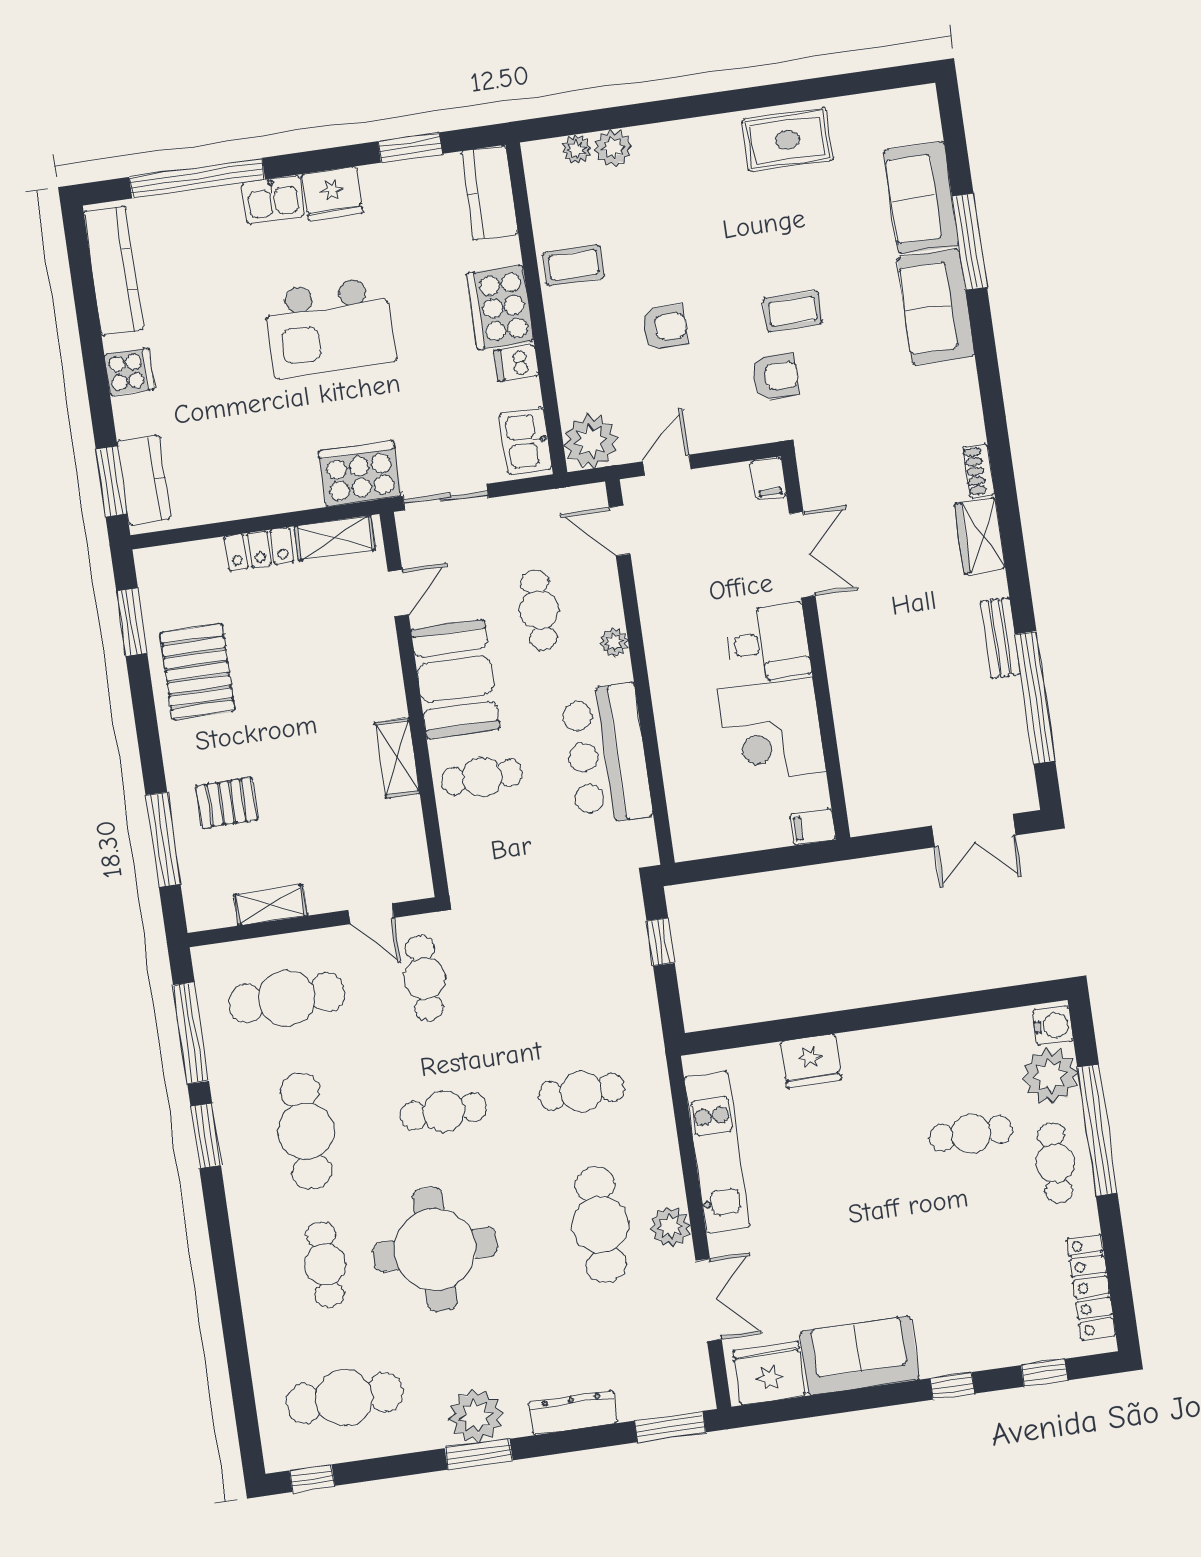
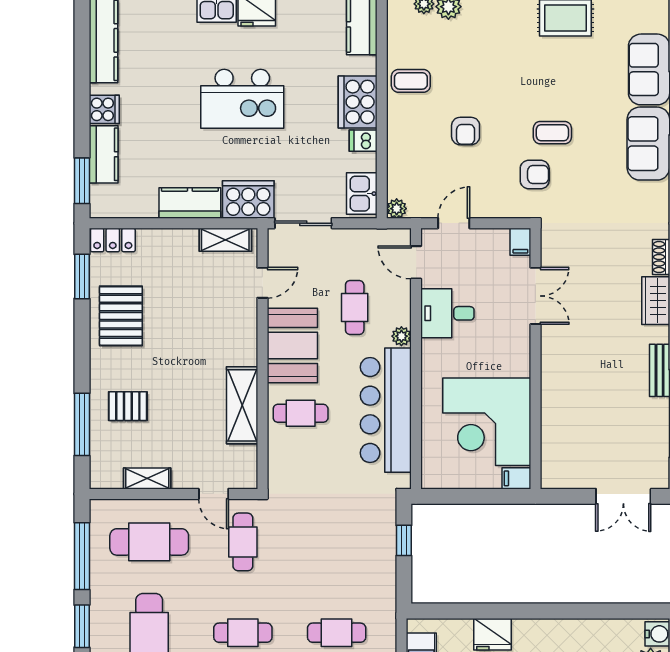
armchair: (665, 327) -> (466, 131), turned 90
plant: (591, 441) -> (397, 209), width x0.53, depth x0.53
kitchen counter: (144, 480) -> (104, 154), moved
kitchen counter: (275, 491) -> (190, 203), added
locker: (259, 549) -> (113, 240), moved
desk: (768, 643) -> (447, 313), moved, turned 180
corner desk: (772, 730) -> (487, 422), width x1.36, depth x1.36
bar counter: (606, 754) -> (386, 410), width x1.36
shelving: (397, 758) -> (242, 405), width x1.50, depth x1.33

